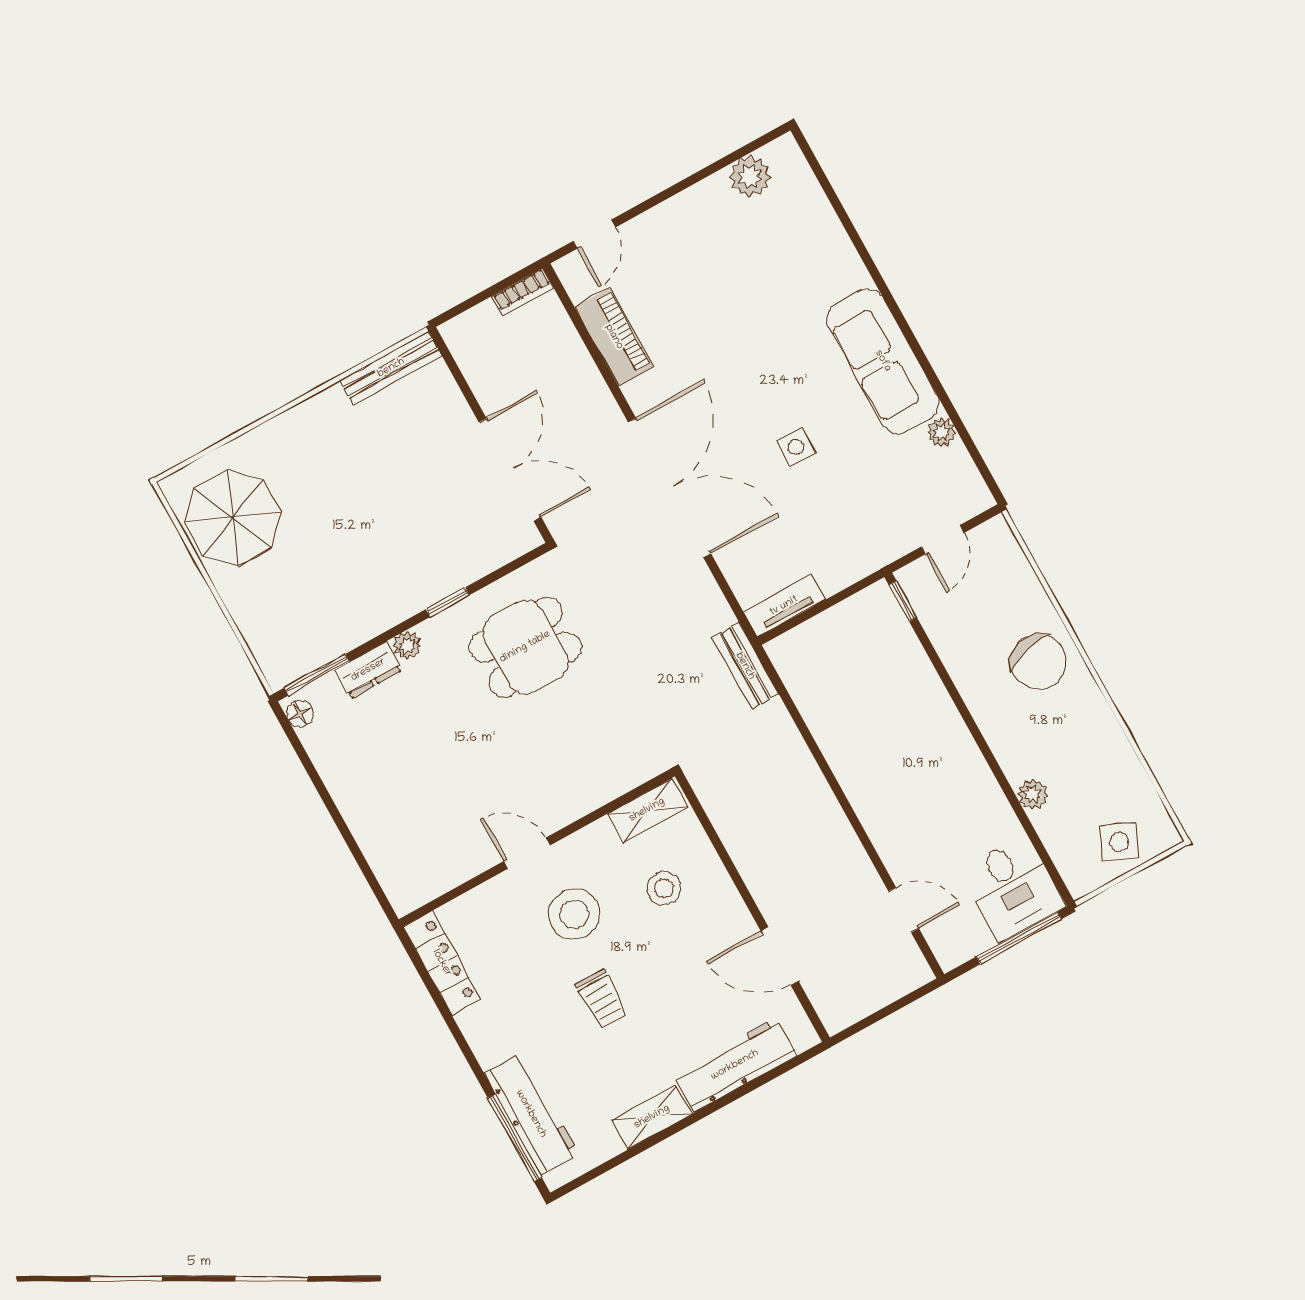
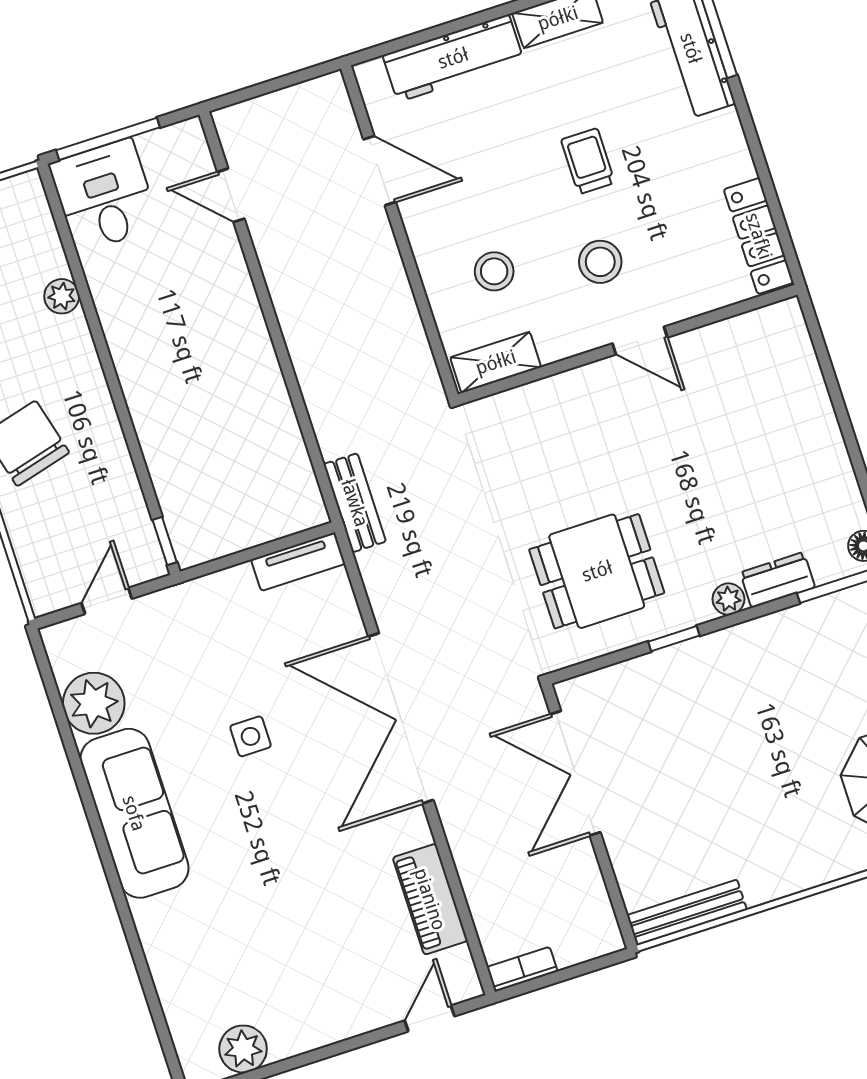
plant: (941, 432) -> (94, 703), width x1.88, depth x1.88
stool: (574, 914) -> (600, 262), width x0.73, depth x0.73

